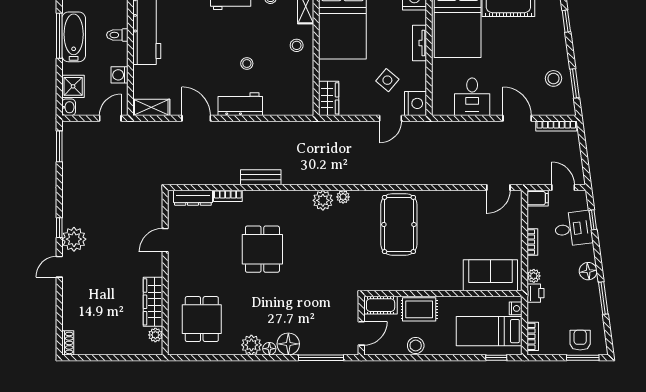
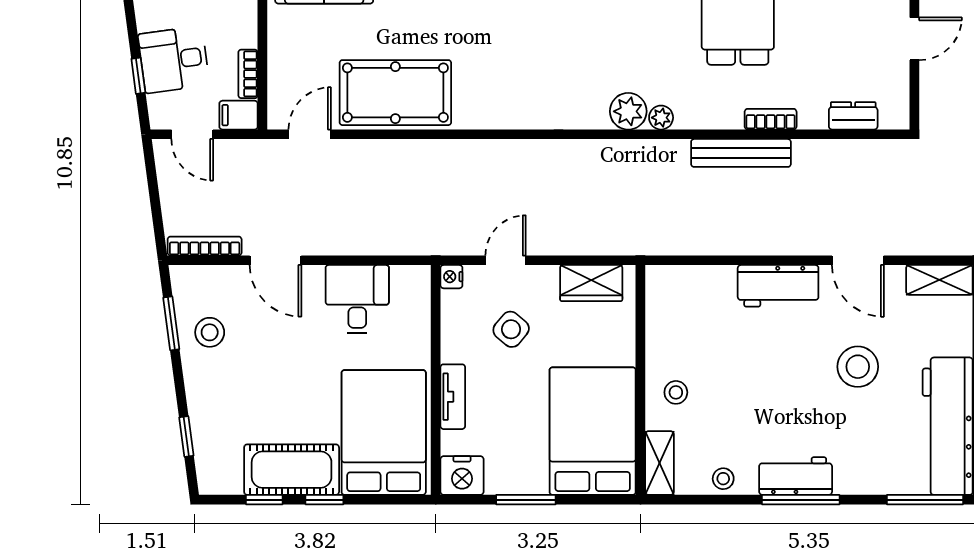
stool: (247, 63) -> (858, 367), moved, width x1.89, depth x1.89
wardrobe: (329, 98) -> (591, 283), moved, turned -90
nightstand: (415, 103) -> (451, 277), width x0.53, depth x0.56
bench: (261, 177) -> (741, 153), width x1.36
bookcase: (228, 196) -> (771, 119), moved
plant: (343, 197) -> (661, 118), moved
dresser: (193, 198) -> (853, 116), width x0.70
pool table: (399, 224) -> (395, 93), moved, turned 90
bookcase: (532, 242) -> (248, 74), moved

